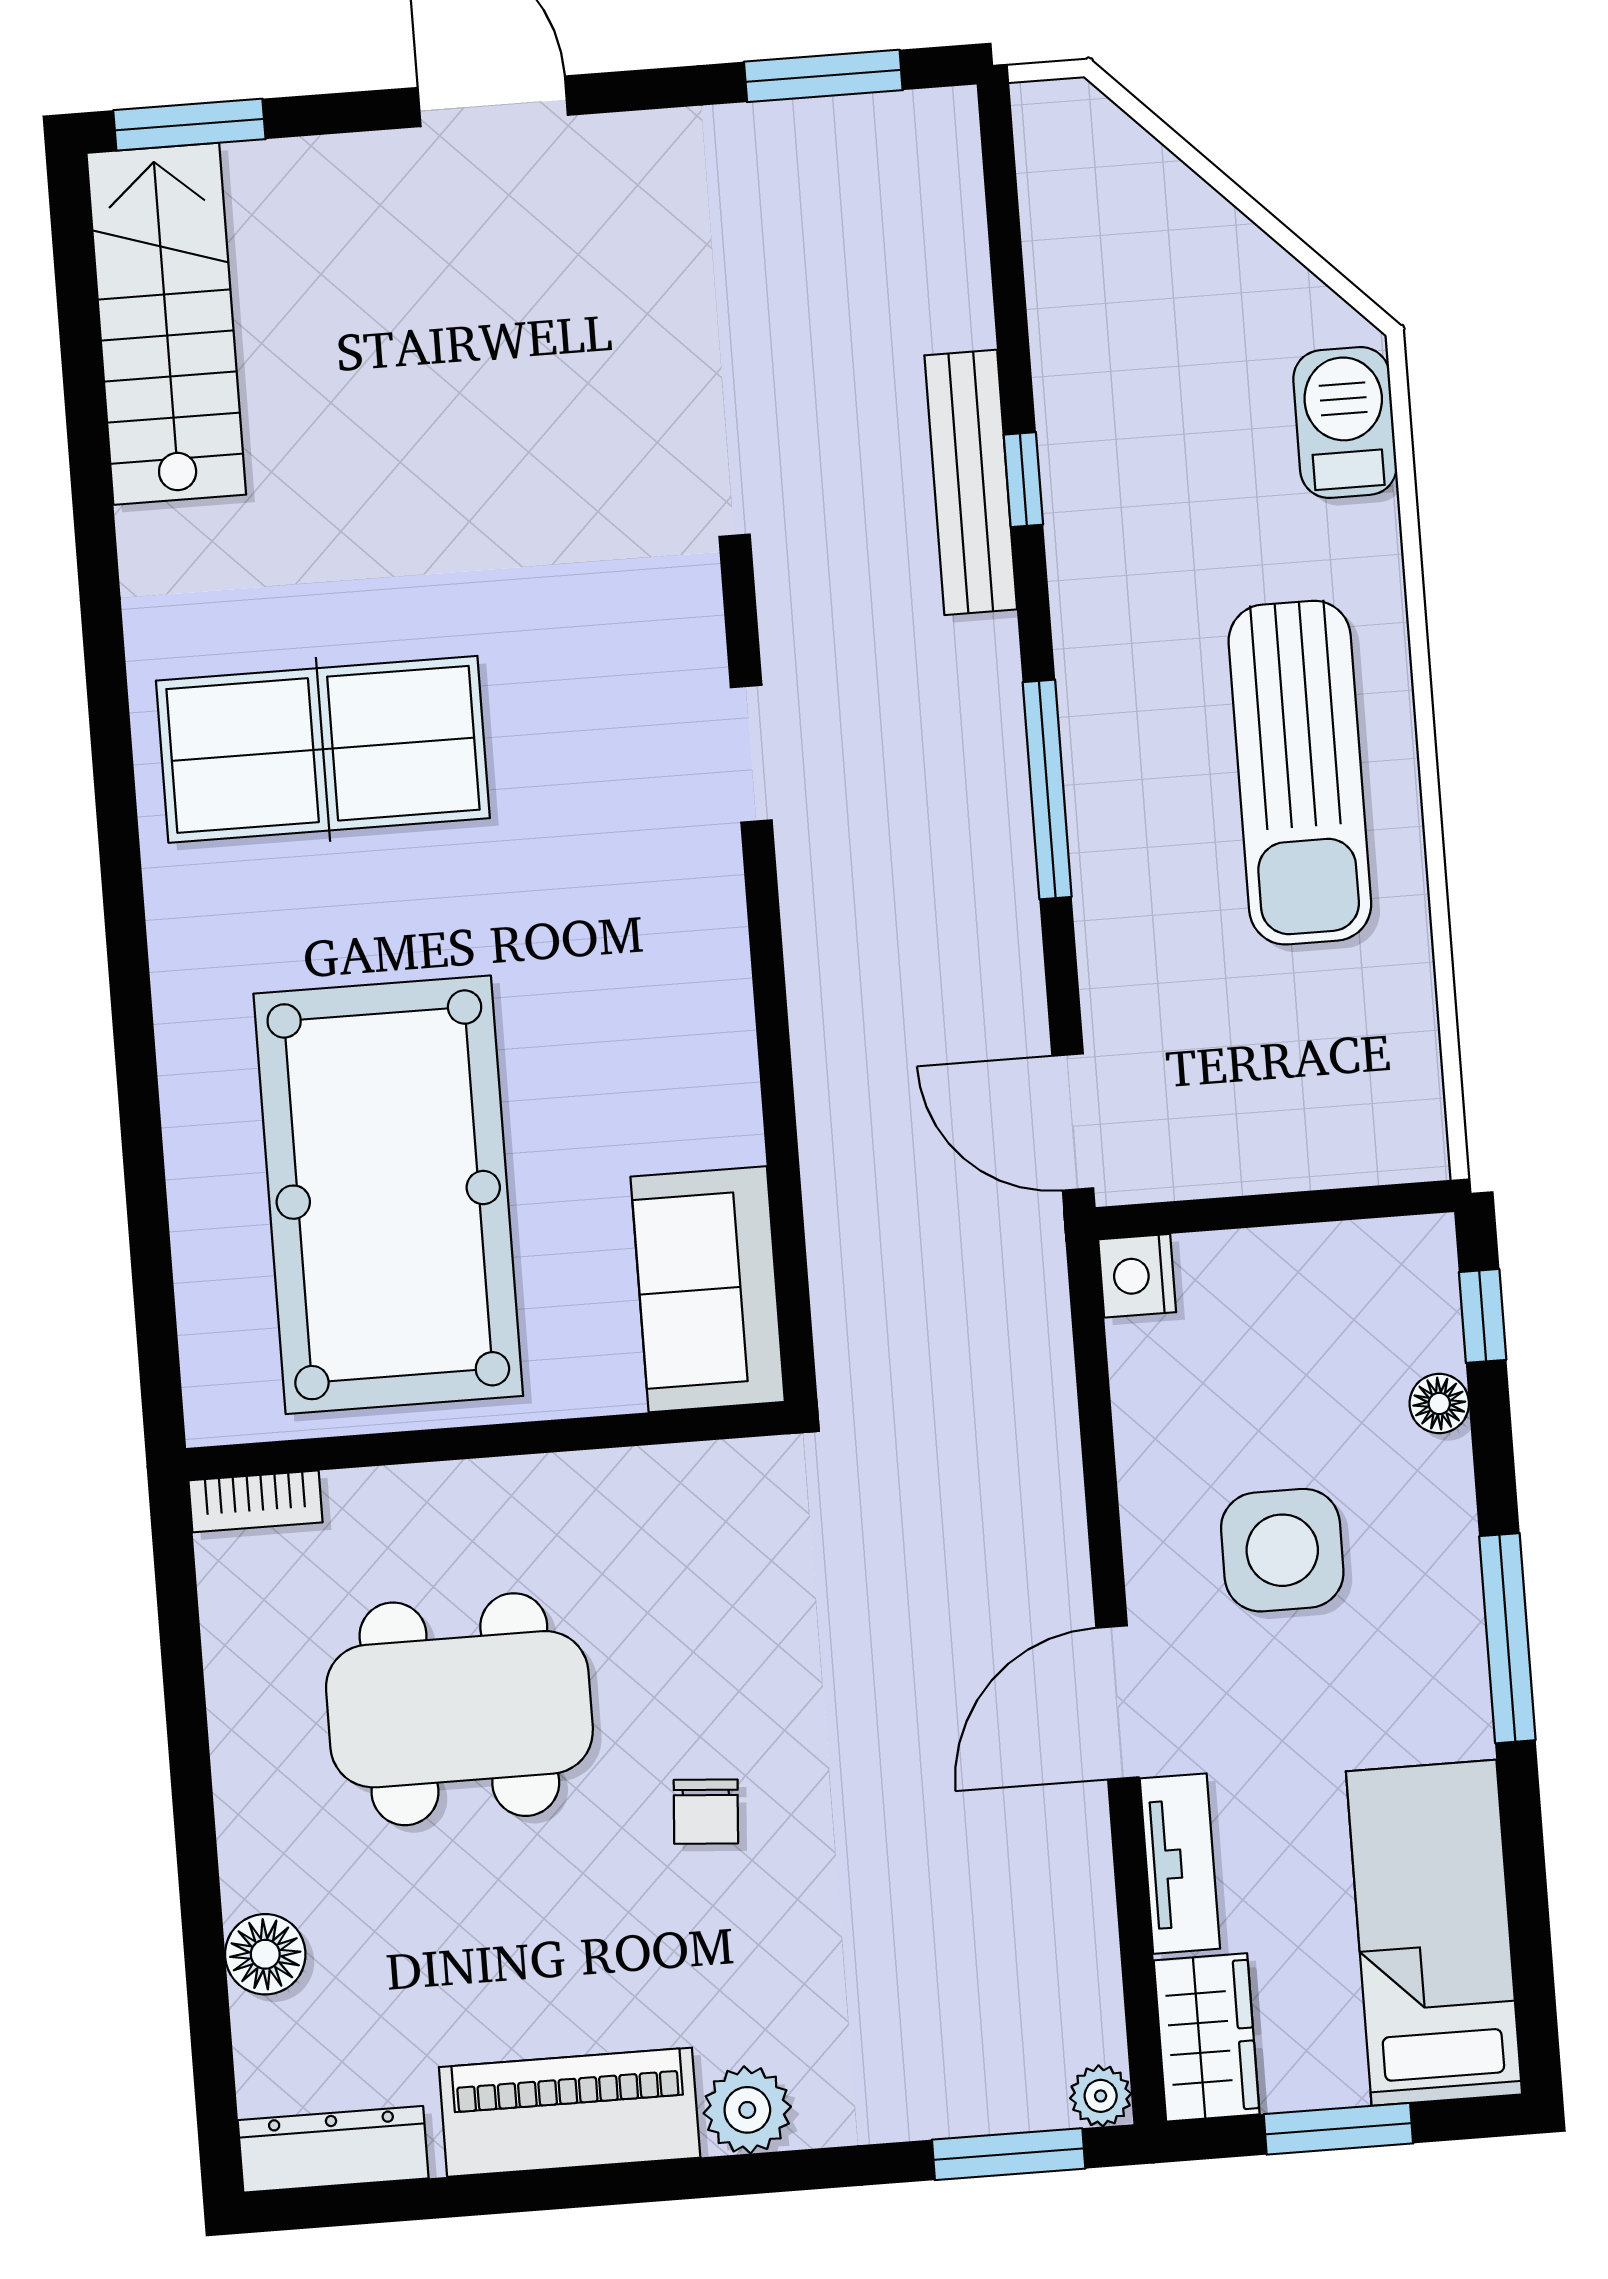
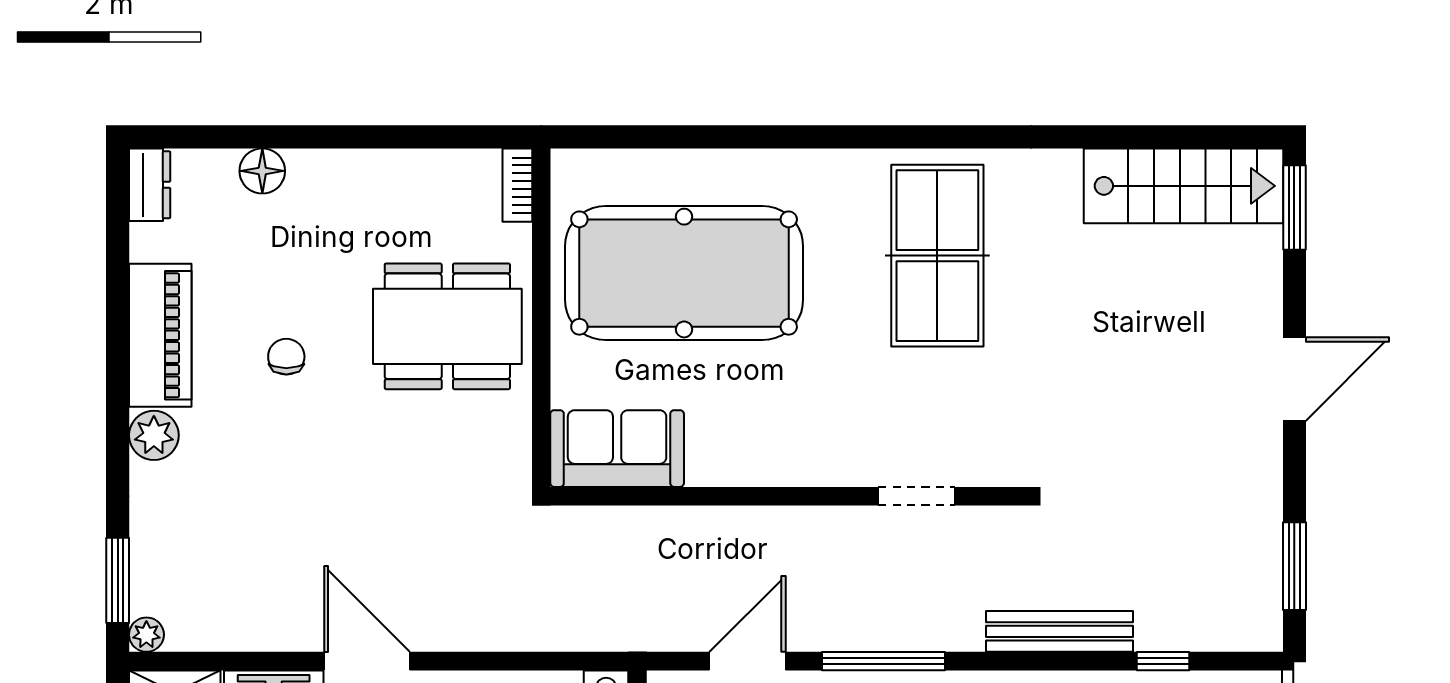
window: (1023, 480) -> (1163, 661), moved
door: (1073, 1122) -> (748, 661), moved
dining table: (459, 1709) -> (447, 326), moved, turned 90
chair: (706, 1812) -> (286, 357), moved, turned 86
dresser: (333, 2149) -> (150, 185), width x0.70

